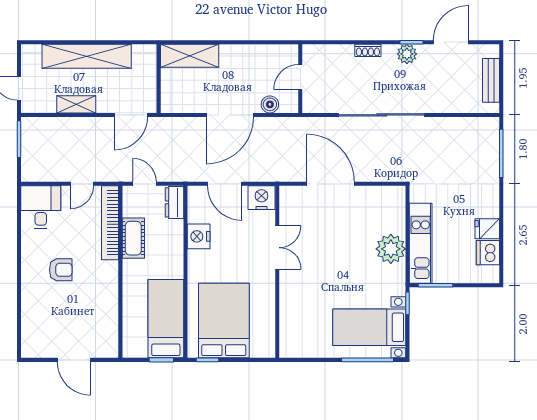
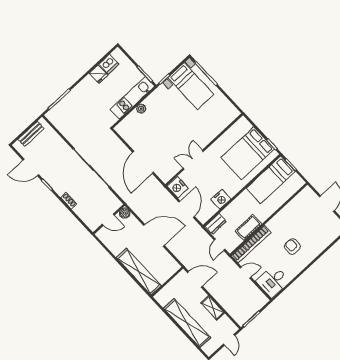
plant: (407, 54) -> (54, 182), removed
shelving: (190, 56) -> (139, 272), width x1.47
boiler: (270, 104) -> (125, 213), moved
plant: (391, 249) -> (141, 109), width x0.53, depth x0.53

